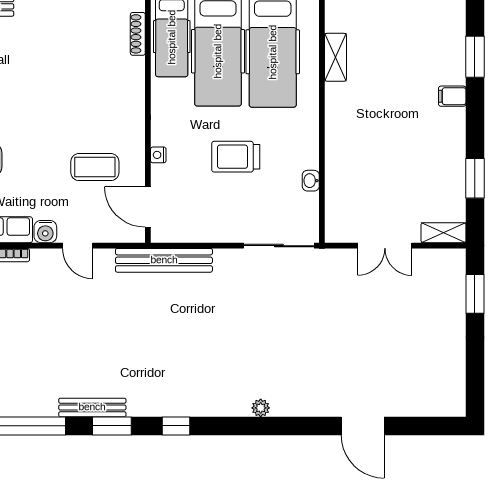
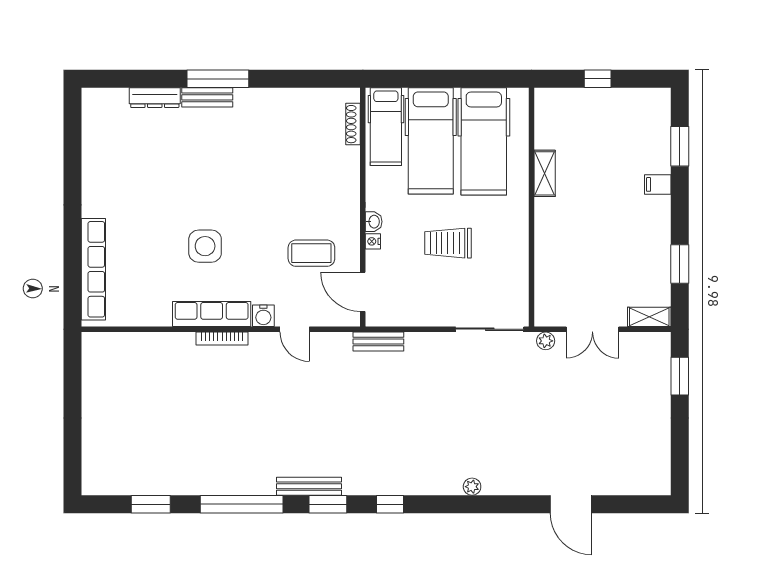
shelving: (336, 57) -> (545, 173), moved
washbasin: (311, 181) -> (374, 222), moved, turned 180
plant: (336, 257) -> (546, 341), added
bench: (164, 260) -> (378, 342), width x0.54, depth x0.82

